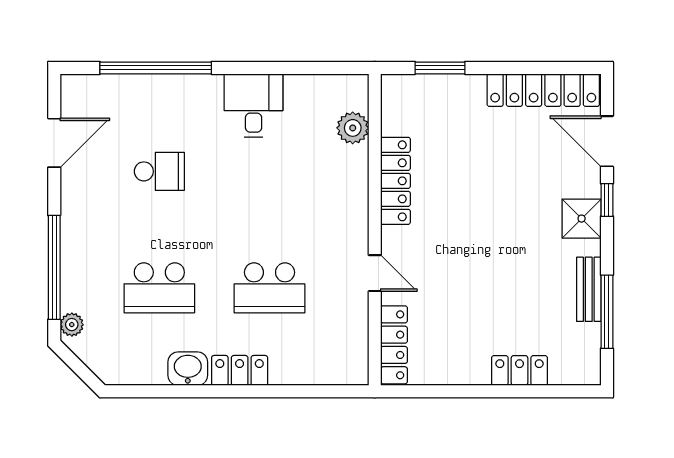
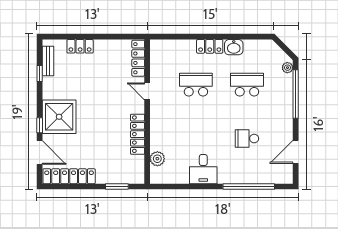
shower: (582, 219) -> (59, 117), width x1.86, depth x1.86
bench: (589, 289) -> (48, 61), moved
window: (607, 312) -> (40, 74), width x0.46

